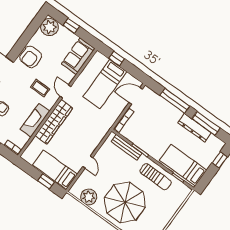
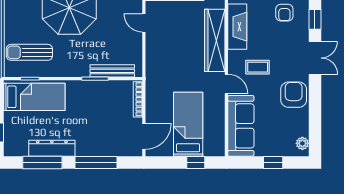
plant: (50, 27) -> (302, 143), width x0.53, depth x0.53
sofa: (78, 56) -> (241, 126), width x1.36
sun lounger: (156, 177) -> (29, 52), moved

